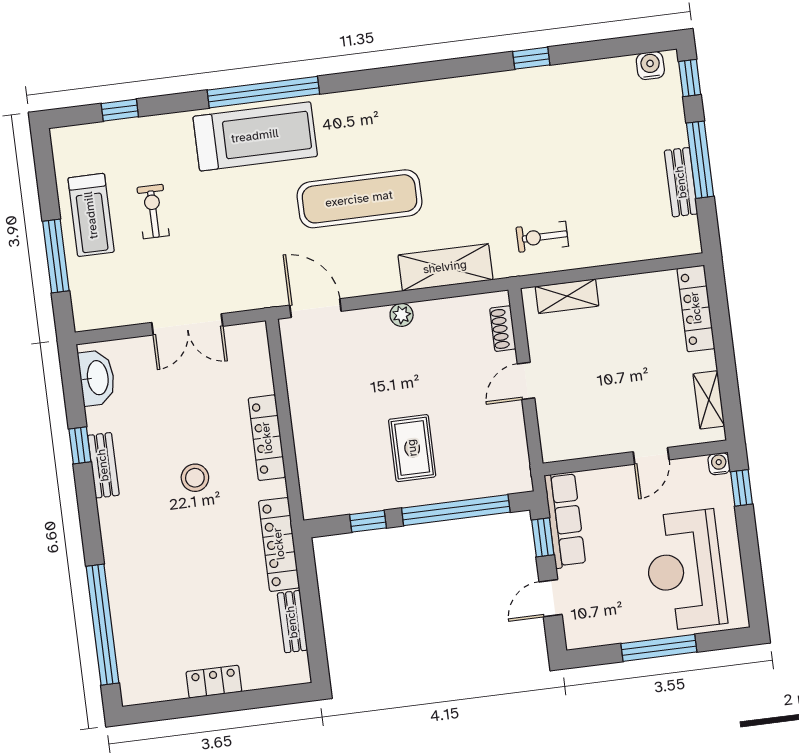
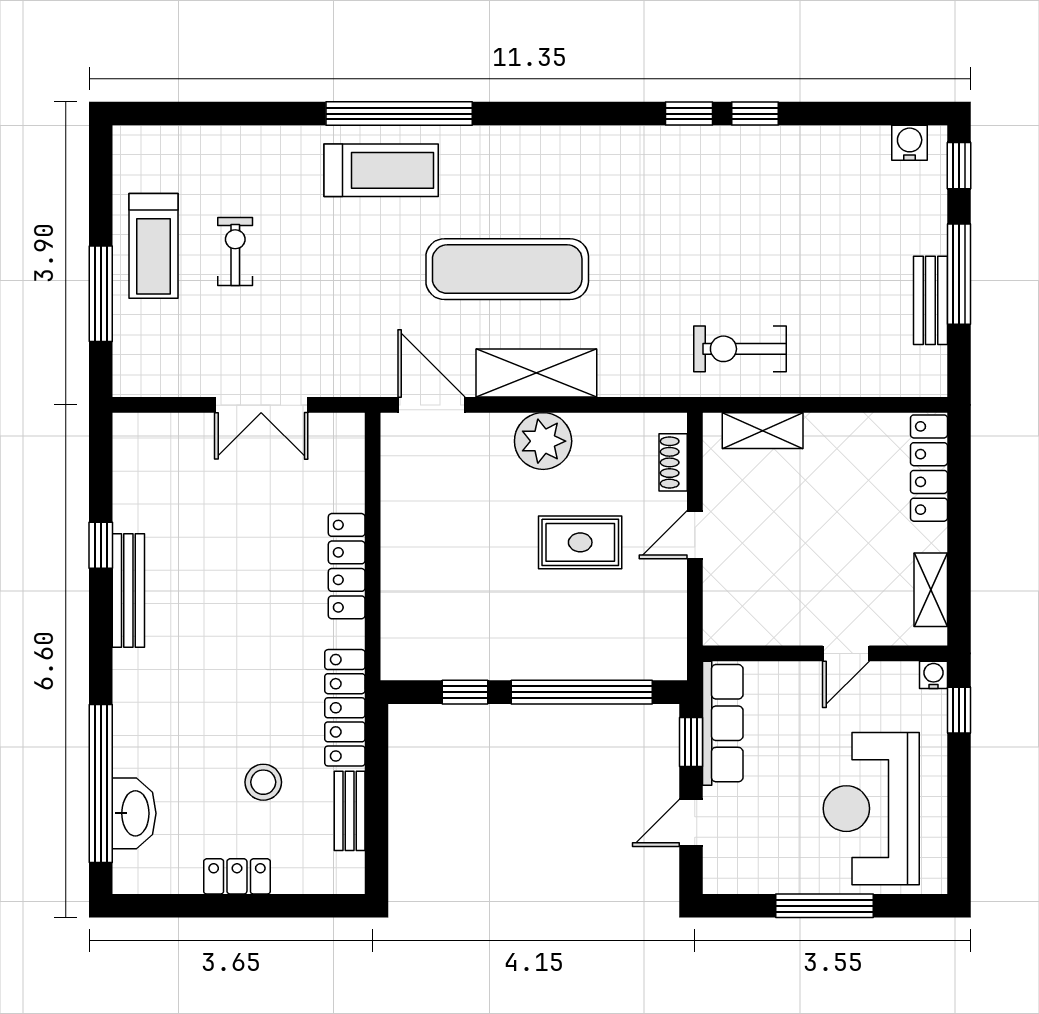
window: (120, 110) -> (689, 114), moved
treadmill: (255, 136) -> (381, 170), width x0.73, depth x0.73
exercise bike: (542, 237) -> (740, 349), width x1.38, depth x1.39
shelving: (445, 267) -> (536, 373), moved
plant: (402, 315) -> (543, 441), width x1.87, depth x1.87
washbasin: (97, 378) -> (134, 813), moved
rug: (412, 448) -> (580, 542), moved, turned 90
bench: (103, 465) -> (128, 590), width x1.36
stool: (195, 478) -> (263, 782), moved

